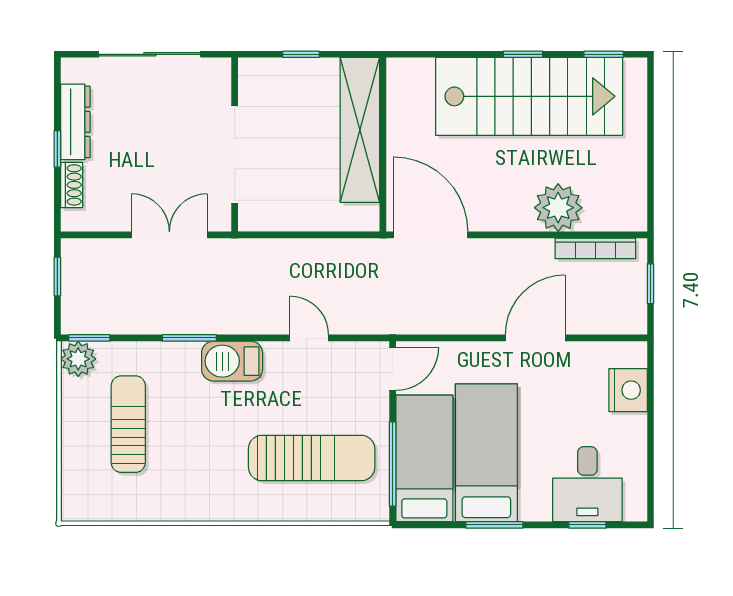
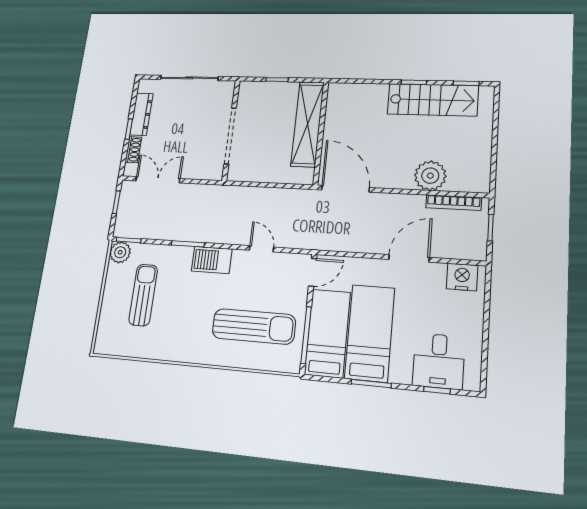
stairs: (529, 96) -> (433, 100), width x0.73, depth x0.66
double door: (169, 235) -> (158, 180), moved
nightstand: (628, 390) -> (462, 277), moved, turned -90

